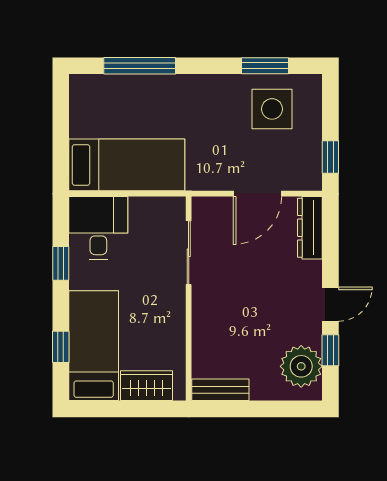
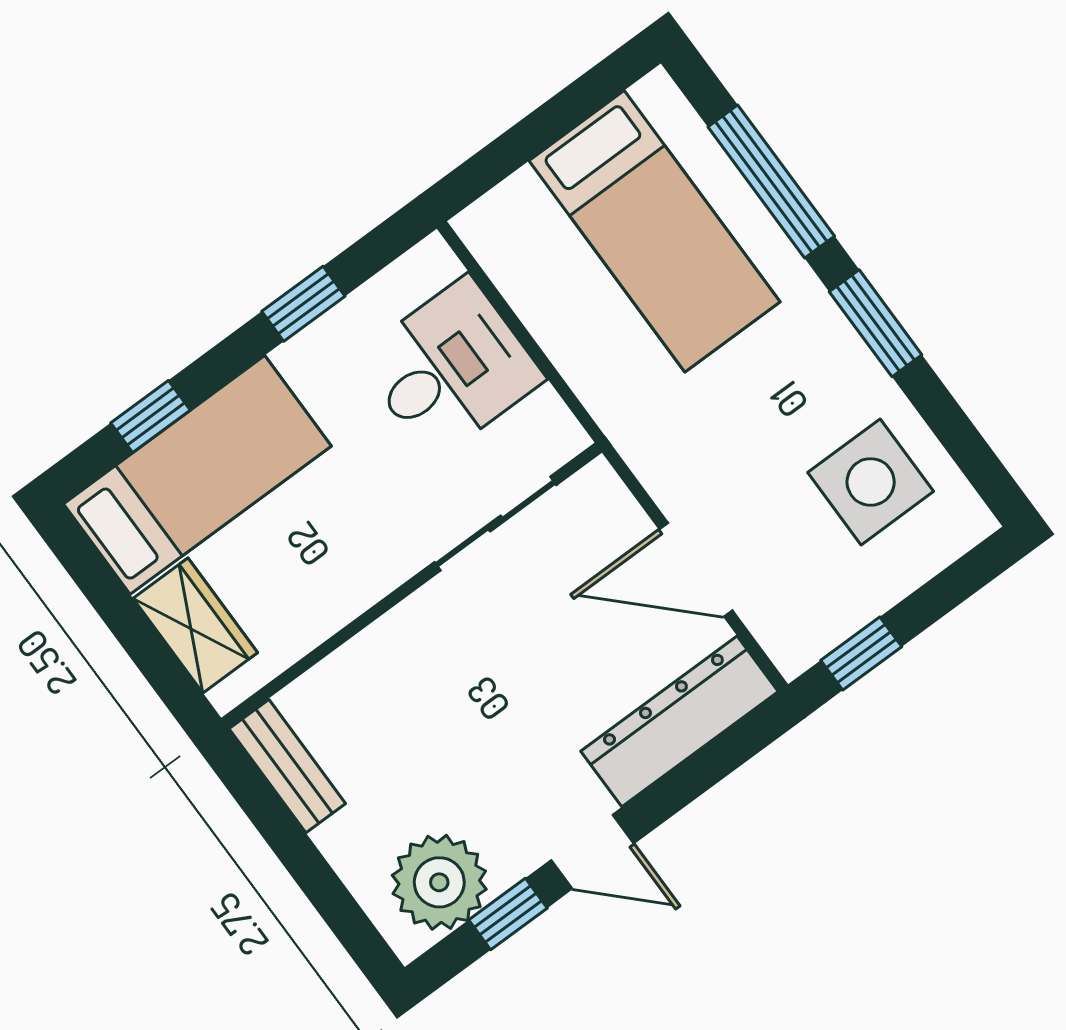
window: (265, 66) -> (876, 323), moved
bed: (127, 165) -> (655, 231), moved
desk: (98, 228) -> (450, 368), moved
dresser: (310, 228) -> (679, 721), width x1.37, depth x1.24

